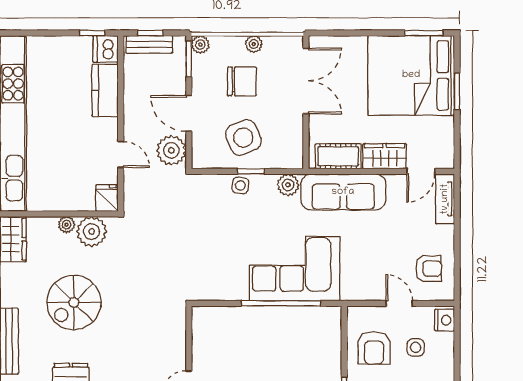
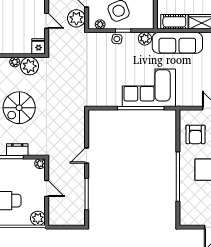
plant: (212, 161) -> (100, 24), added

